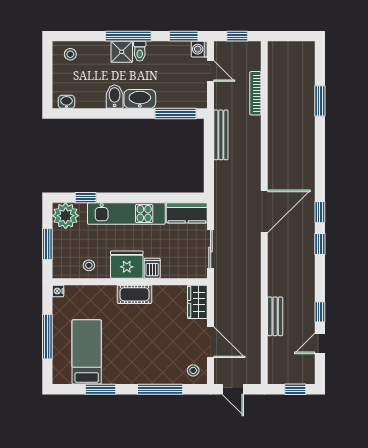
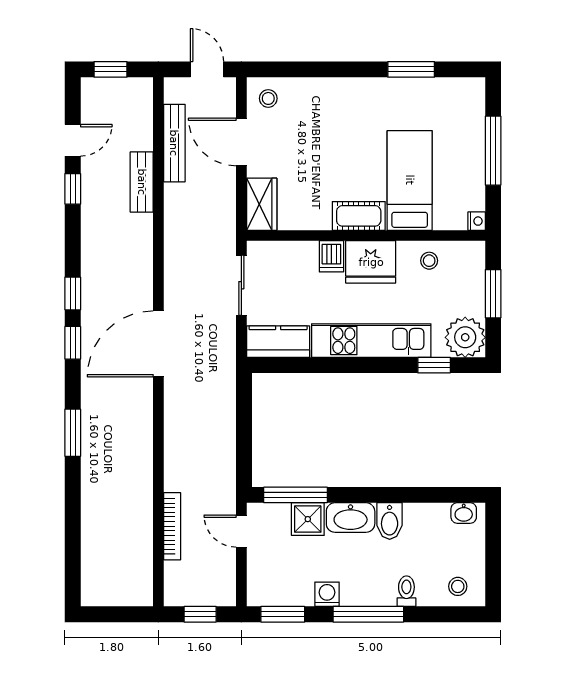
washing machine: (199, 49) -> (327, 594), moved, turned -90
toilet: (140, 51) -> (406, 591), moved
shower: (122, 52) -> (308, 519), moved
door: (211, 71) -> (241, 531), moved
window: (320, 101) -> (73, 433), moved
bench: (221, 135) -> (174, 143), moved
bed: (87, 352) -> (410, 180), moved, turned 180
window: (160, 389) -> (319, 69), removed

